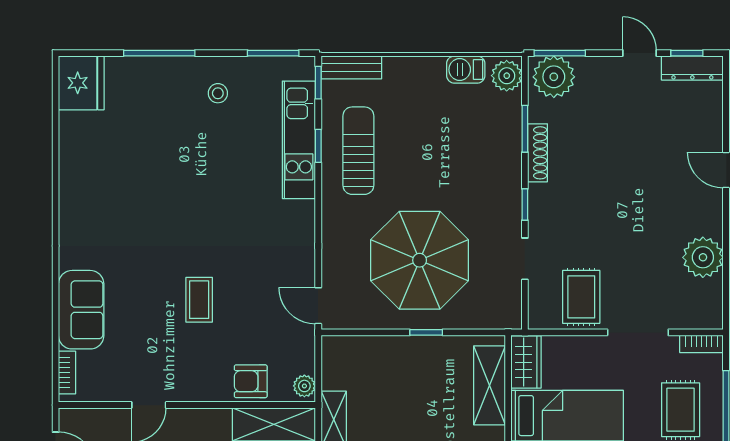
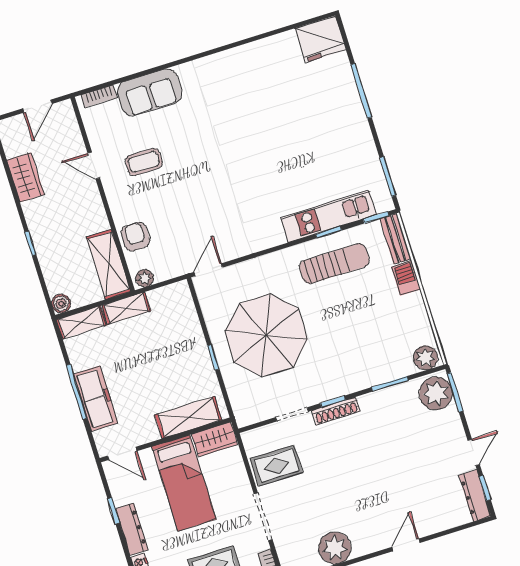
barbecue: (466, 70) -> (406, 278), moved
stool: (218, 93) -> (345, 144), removed
shoe rack: (538, 153) -> (336, 411), moved
coffee table: (199, 300) -> (144, 162), moved

